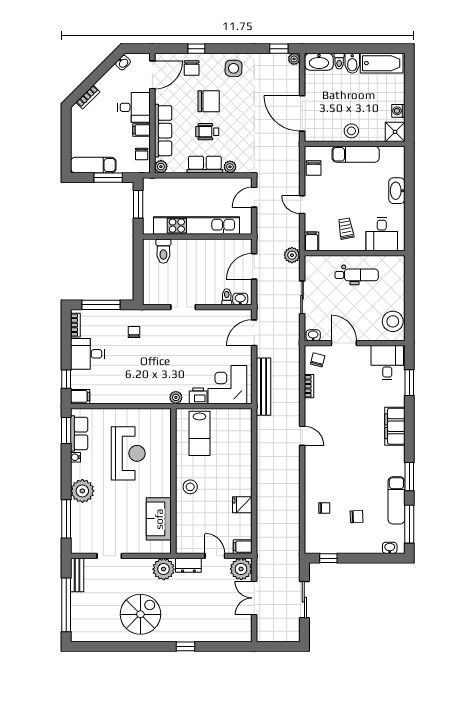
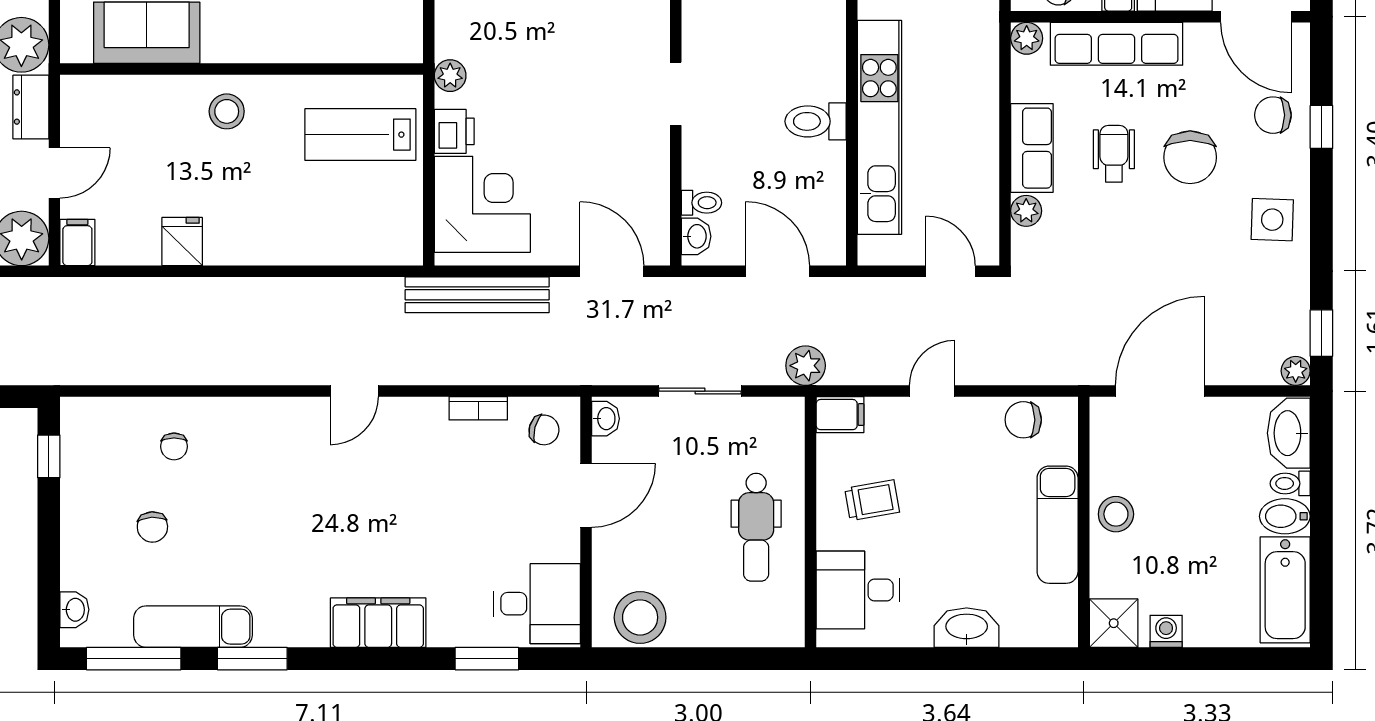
toilet: (163, 251) -> (816, 121), moved

